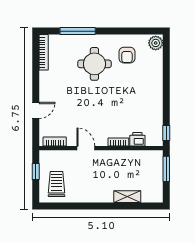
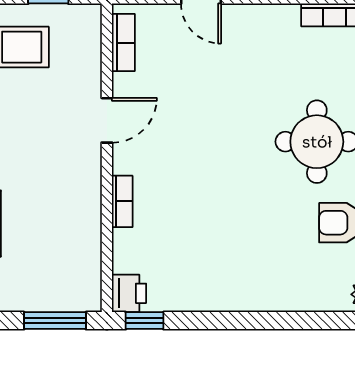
printer: (137, 139) -> (129, 293), moved

